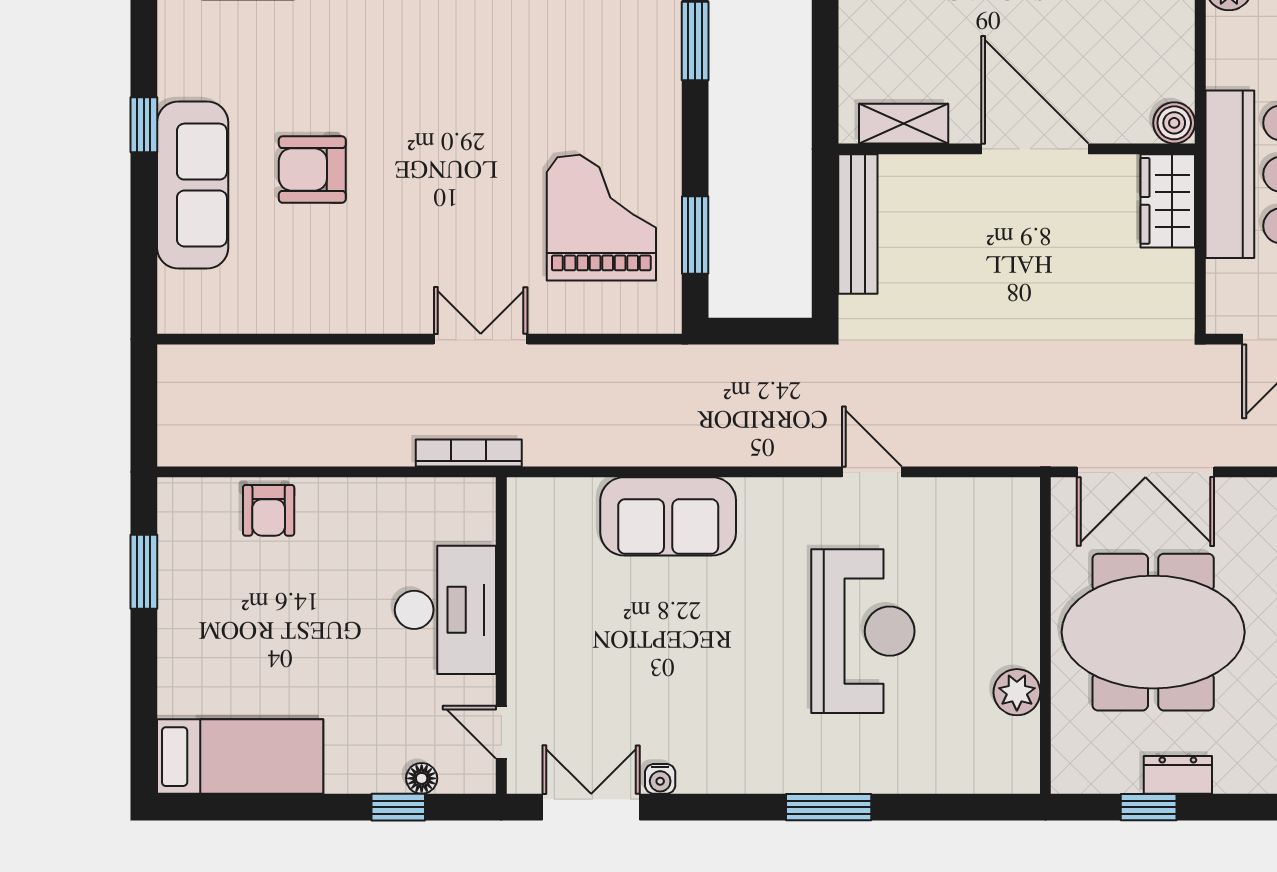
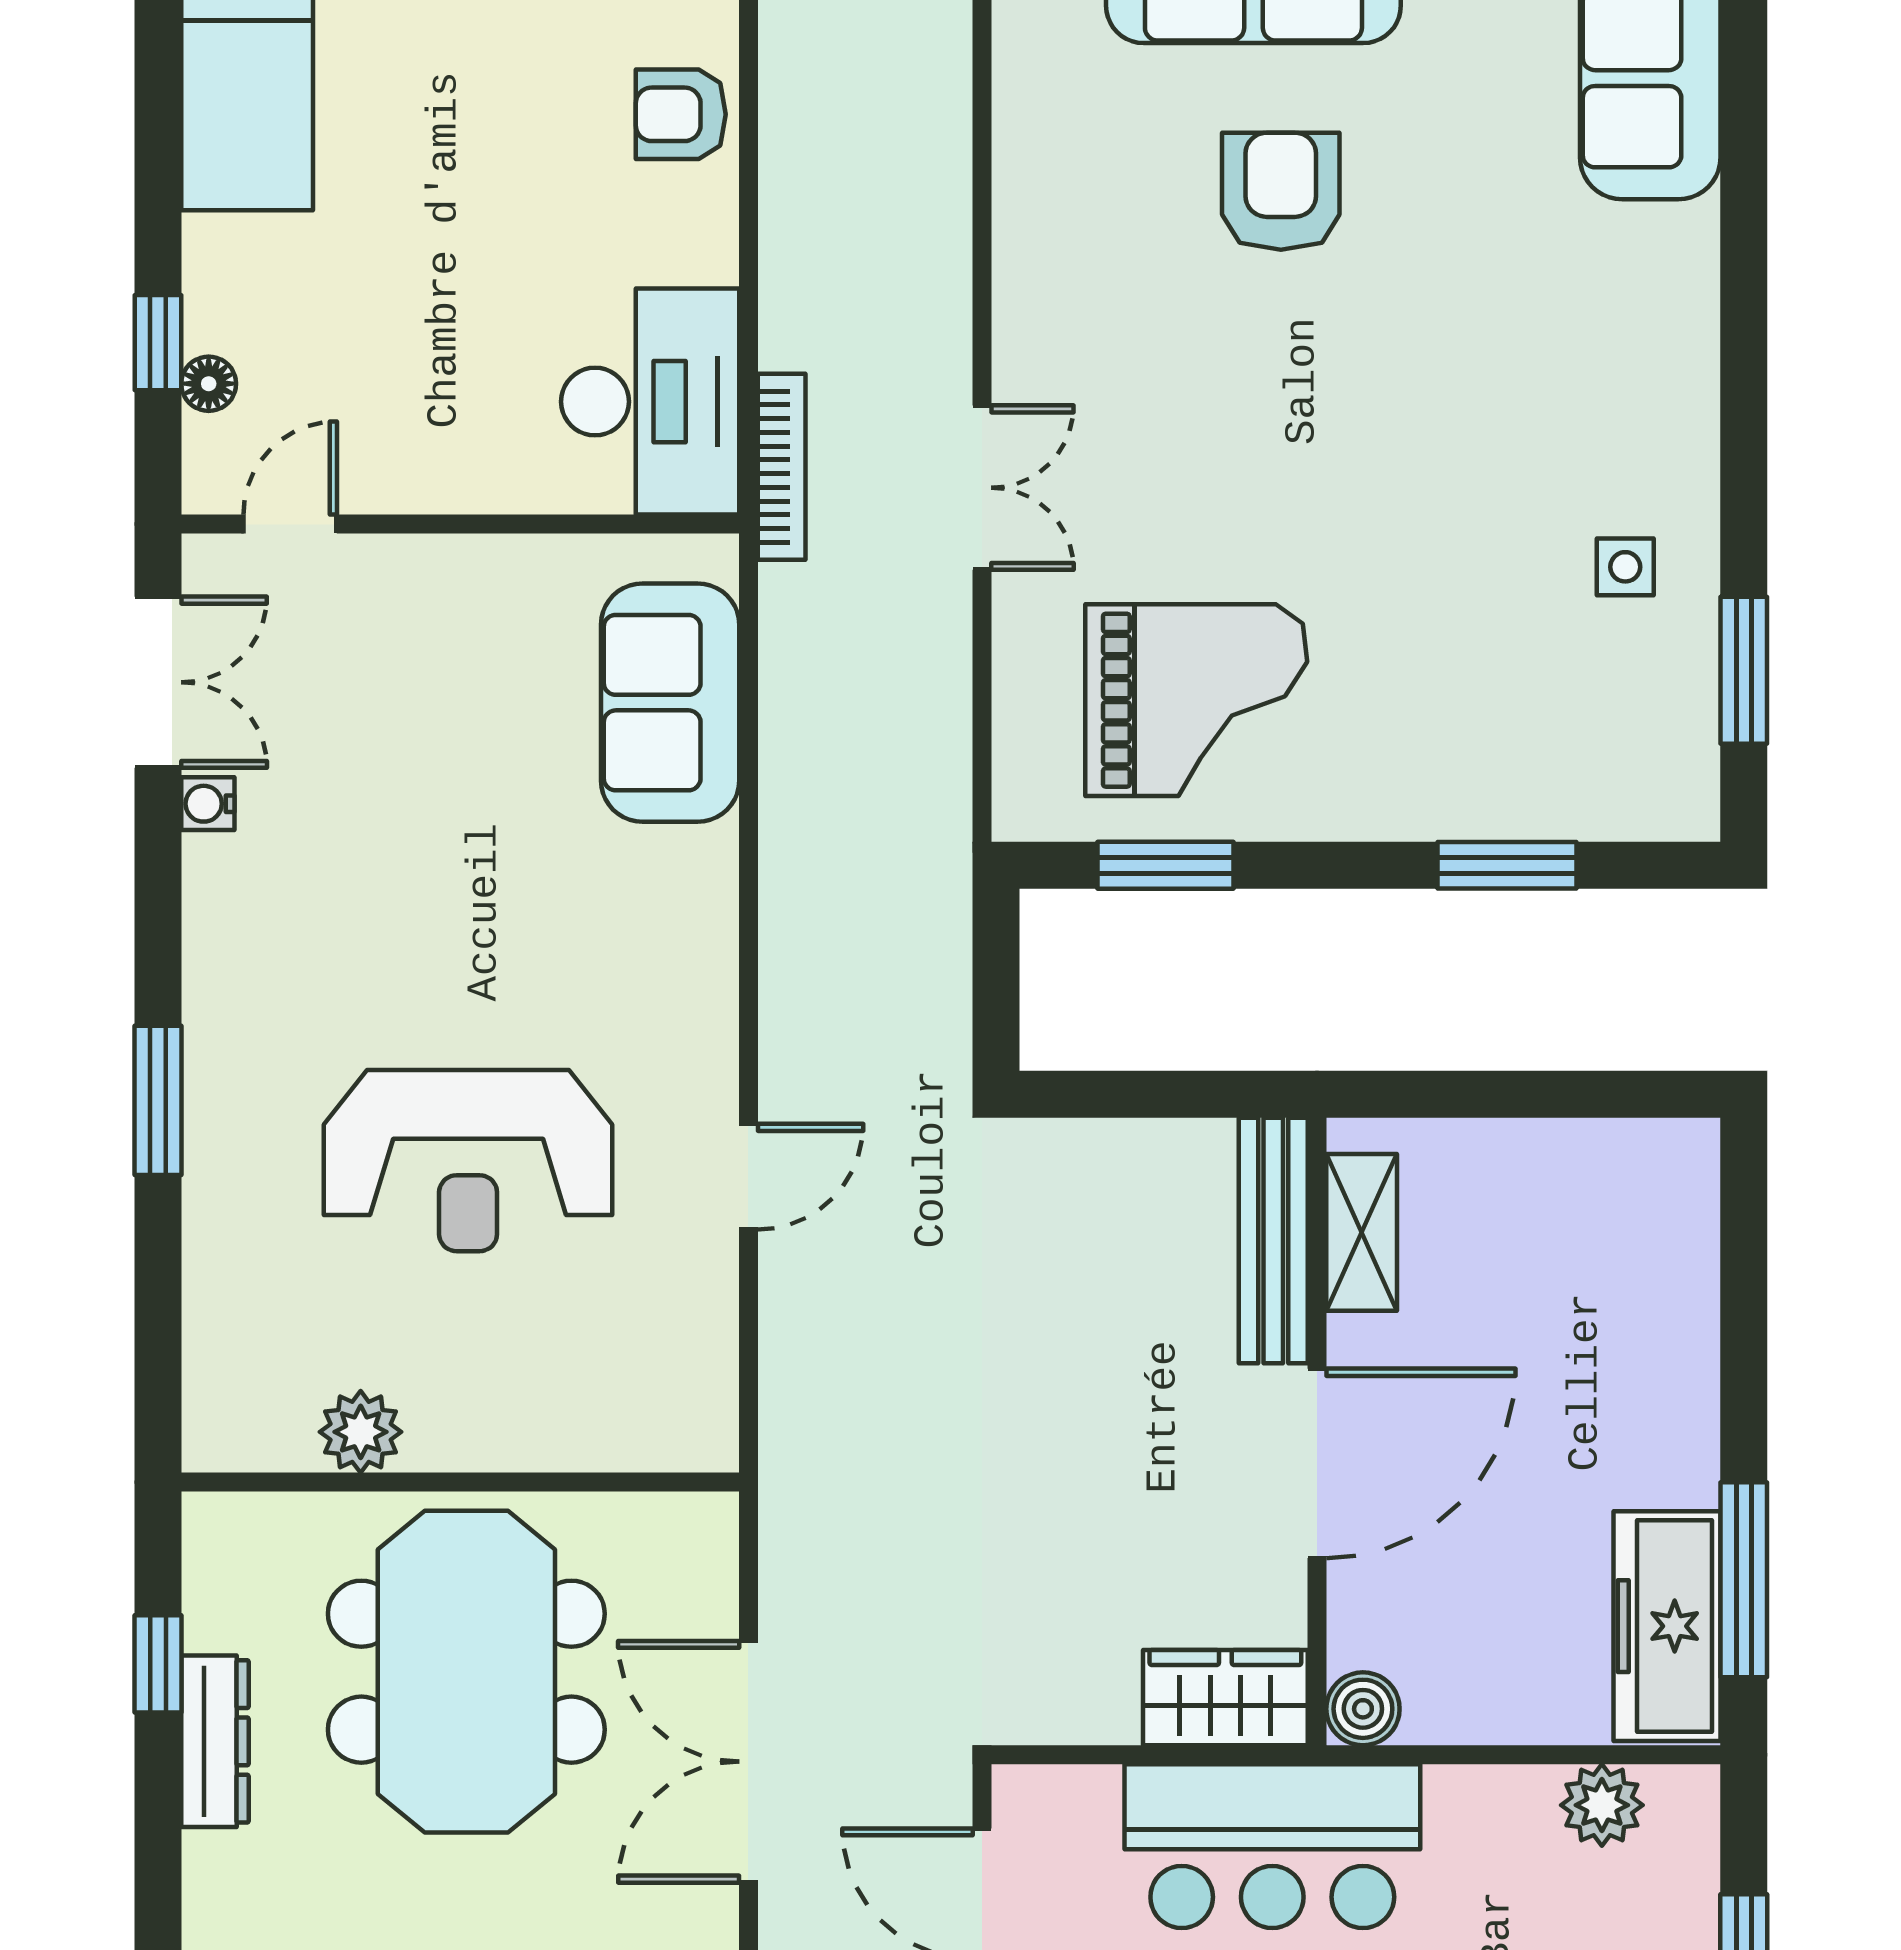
bench: (858, 224) -> (1273, 1240), moved, turned 90
double door: (1145, 472) -> (748, 1762), moved
sofa: (668, 516) -> (670, 703), moved
desk: (445, 610) -> (650, 402), moved, turned -90
dresser: (1178, 775) -> (215, 1741), width x1.44

